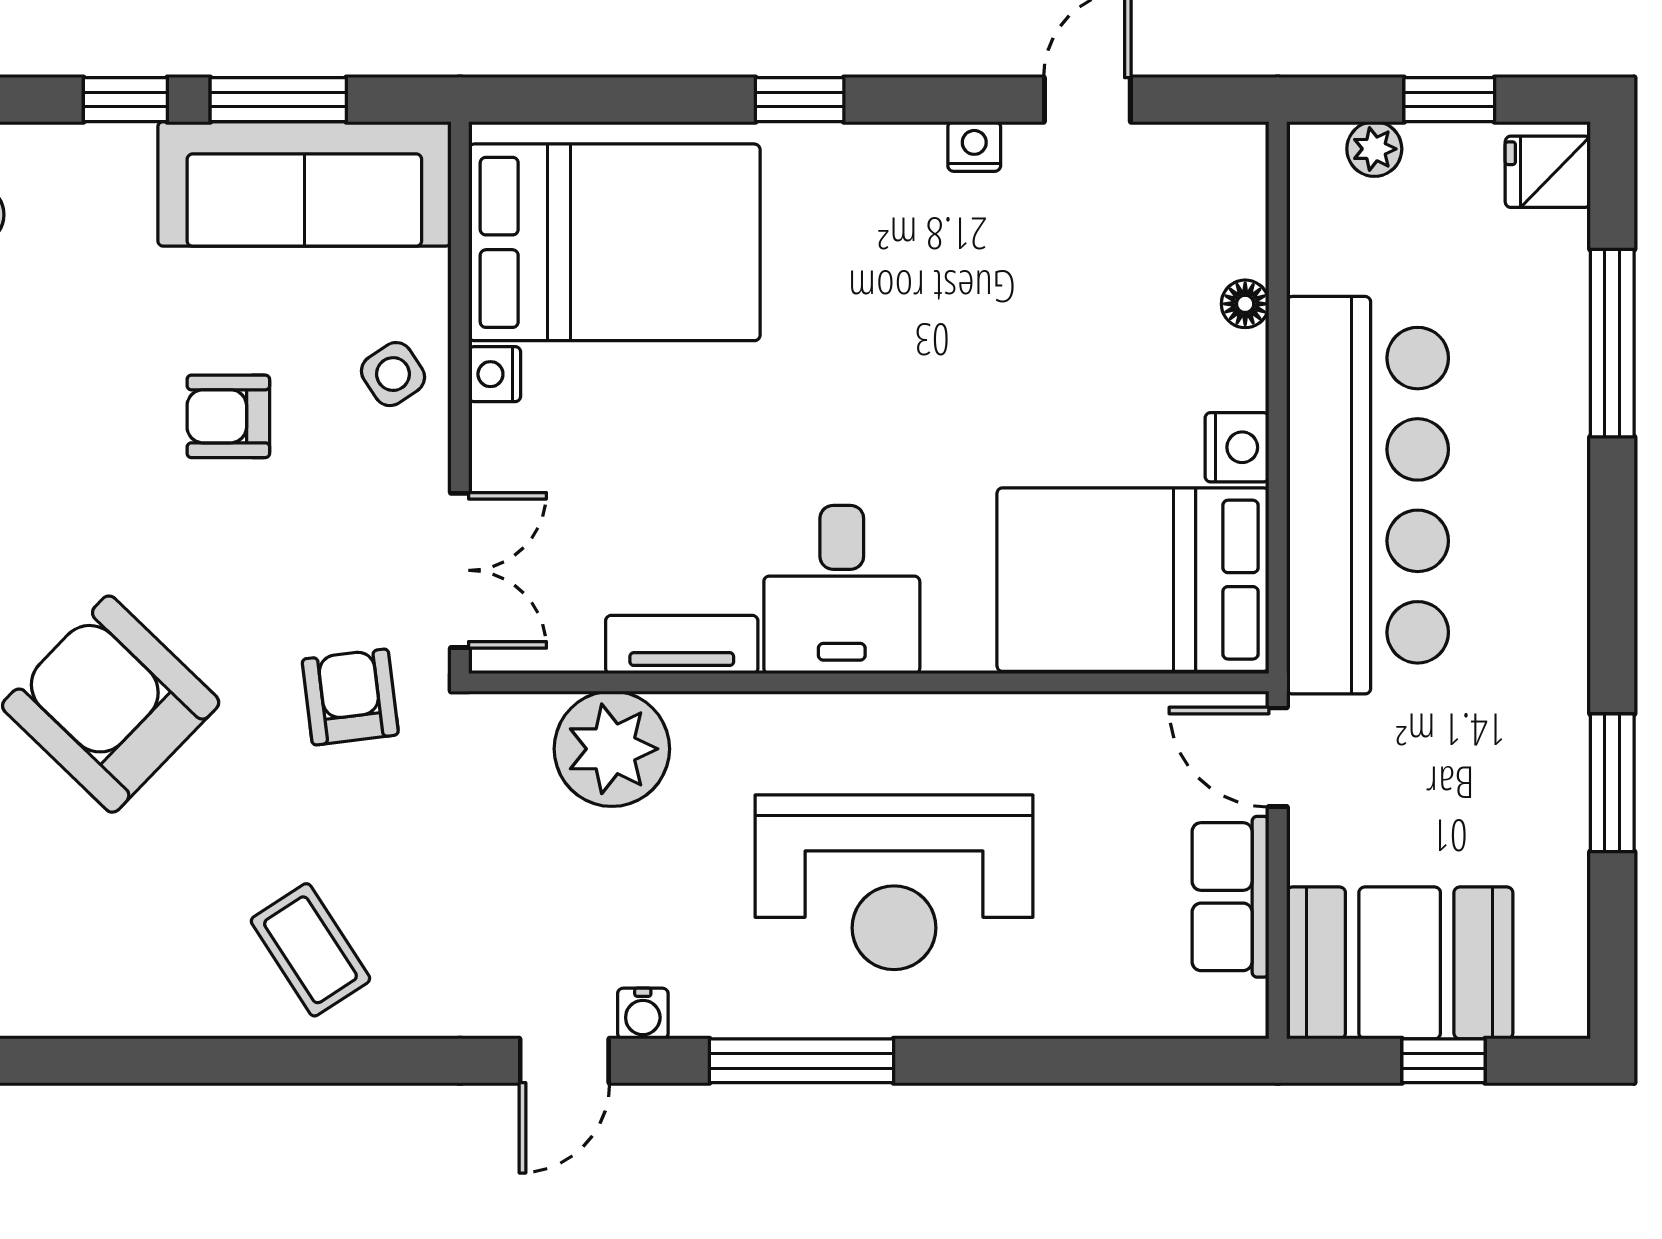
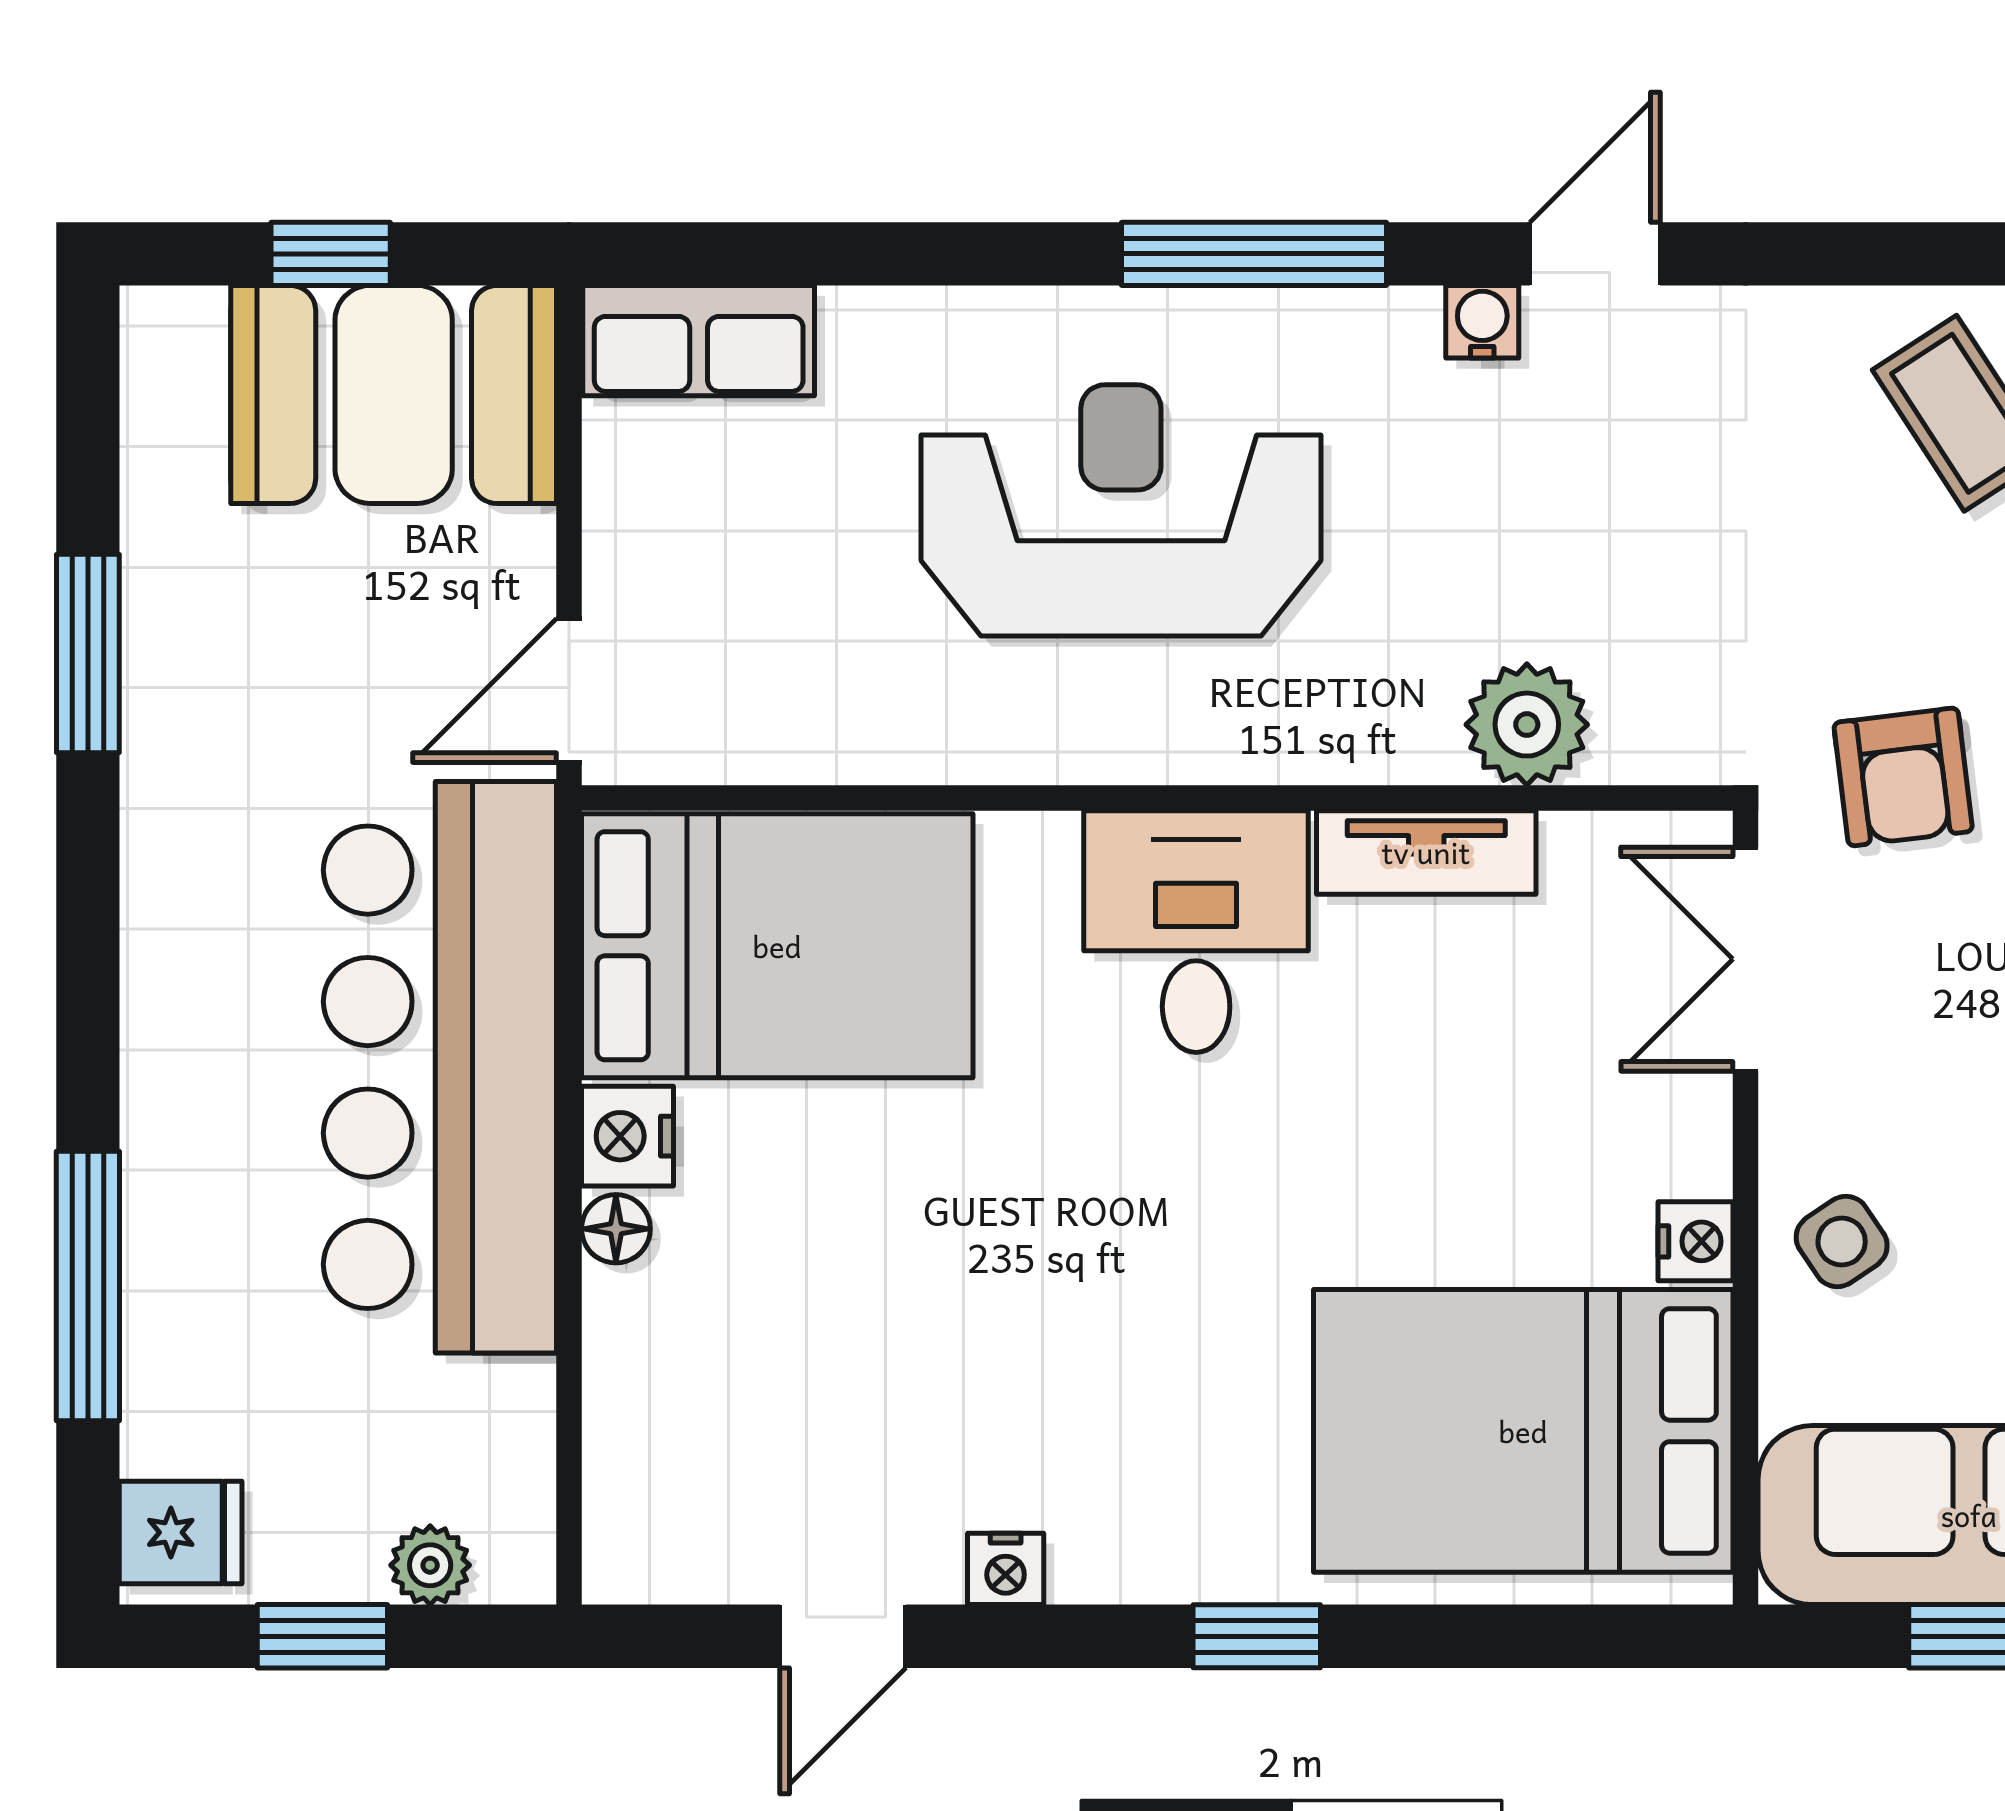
floor lamp: (1245, 304) -> (616, 1229), moved
plant: (612, 749) -> (1527, 725), width x0.73, depth x0.73
door: (1278, 757) -> (569, 690), swing flipped
row of seats: (1231, 897) -> (699, 341), moved, turned 90

